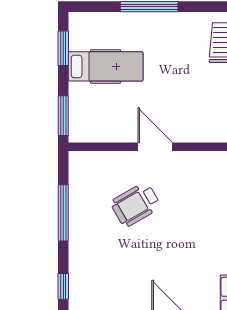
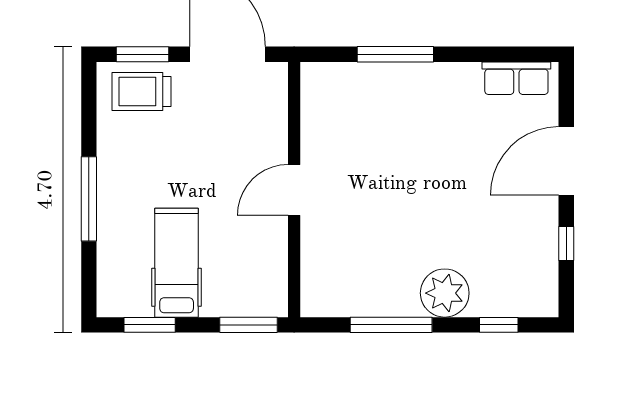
wheelchair: (136, 205) -> (379, 219), removed
plant: (85, 249) -> (445, 293), added

